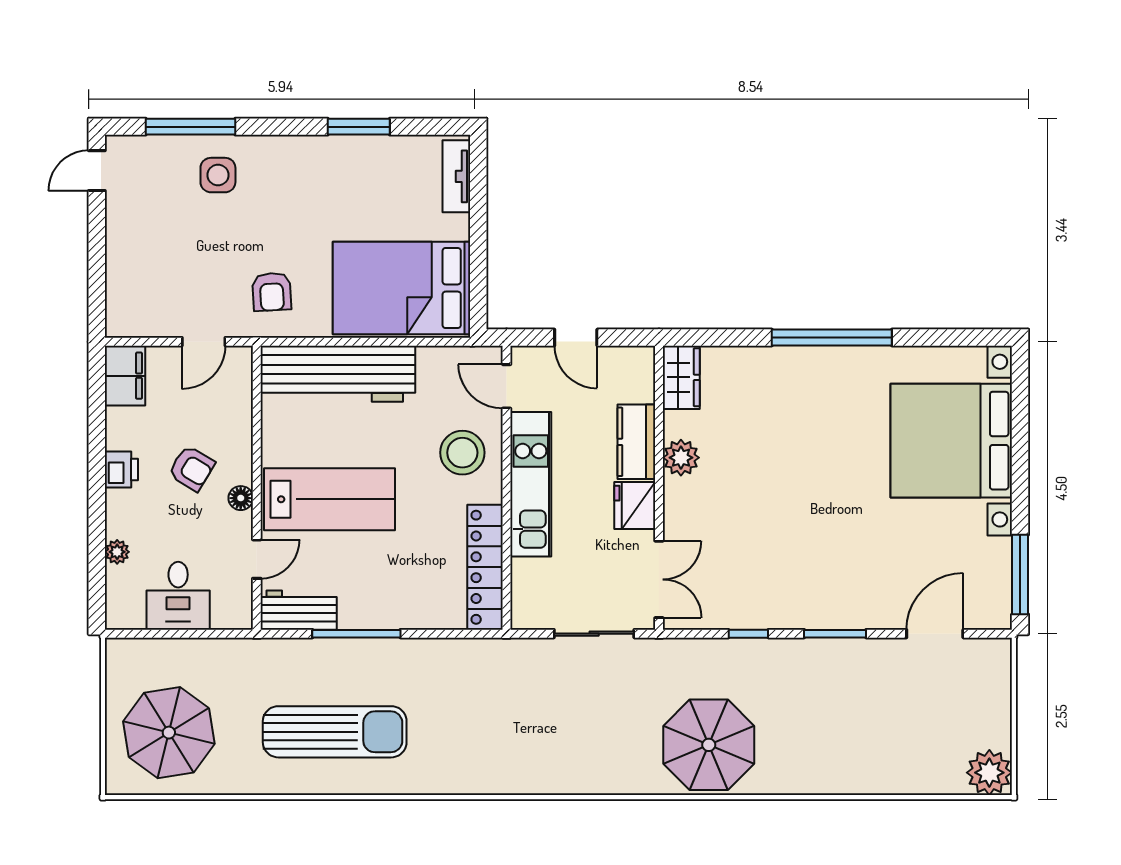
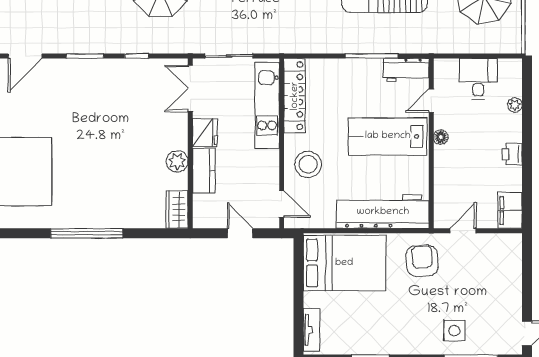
armchair: (272, 292) -> (422, 261), width x1.38, depth x1.38
armchair: (192, 468) -> (470, 155), removed
kitchen unit: (531, 484) -> (267, 105), moved

